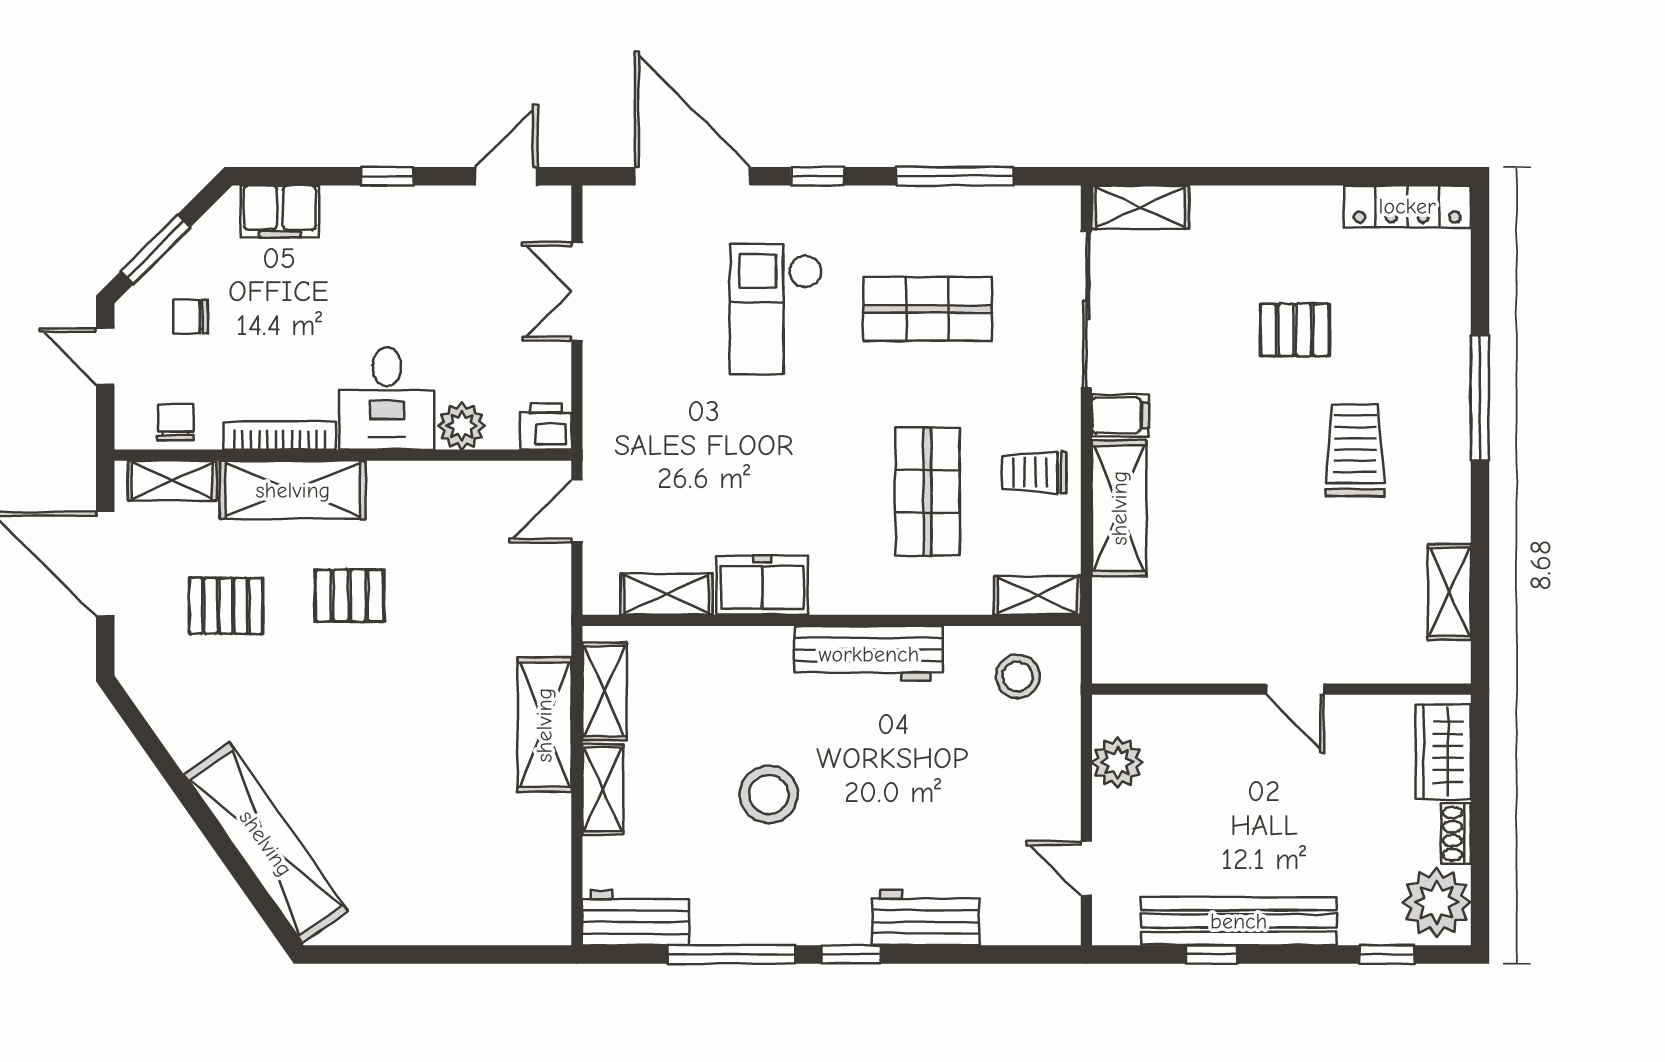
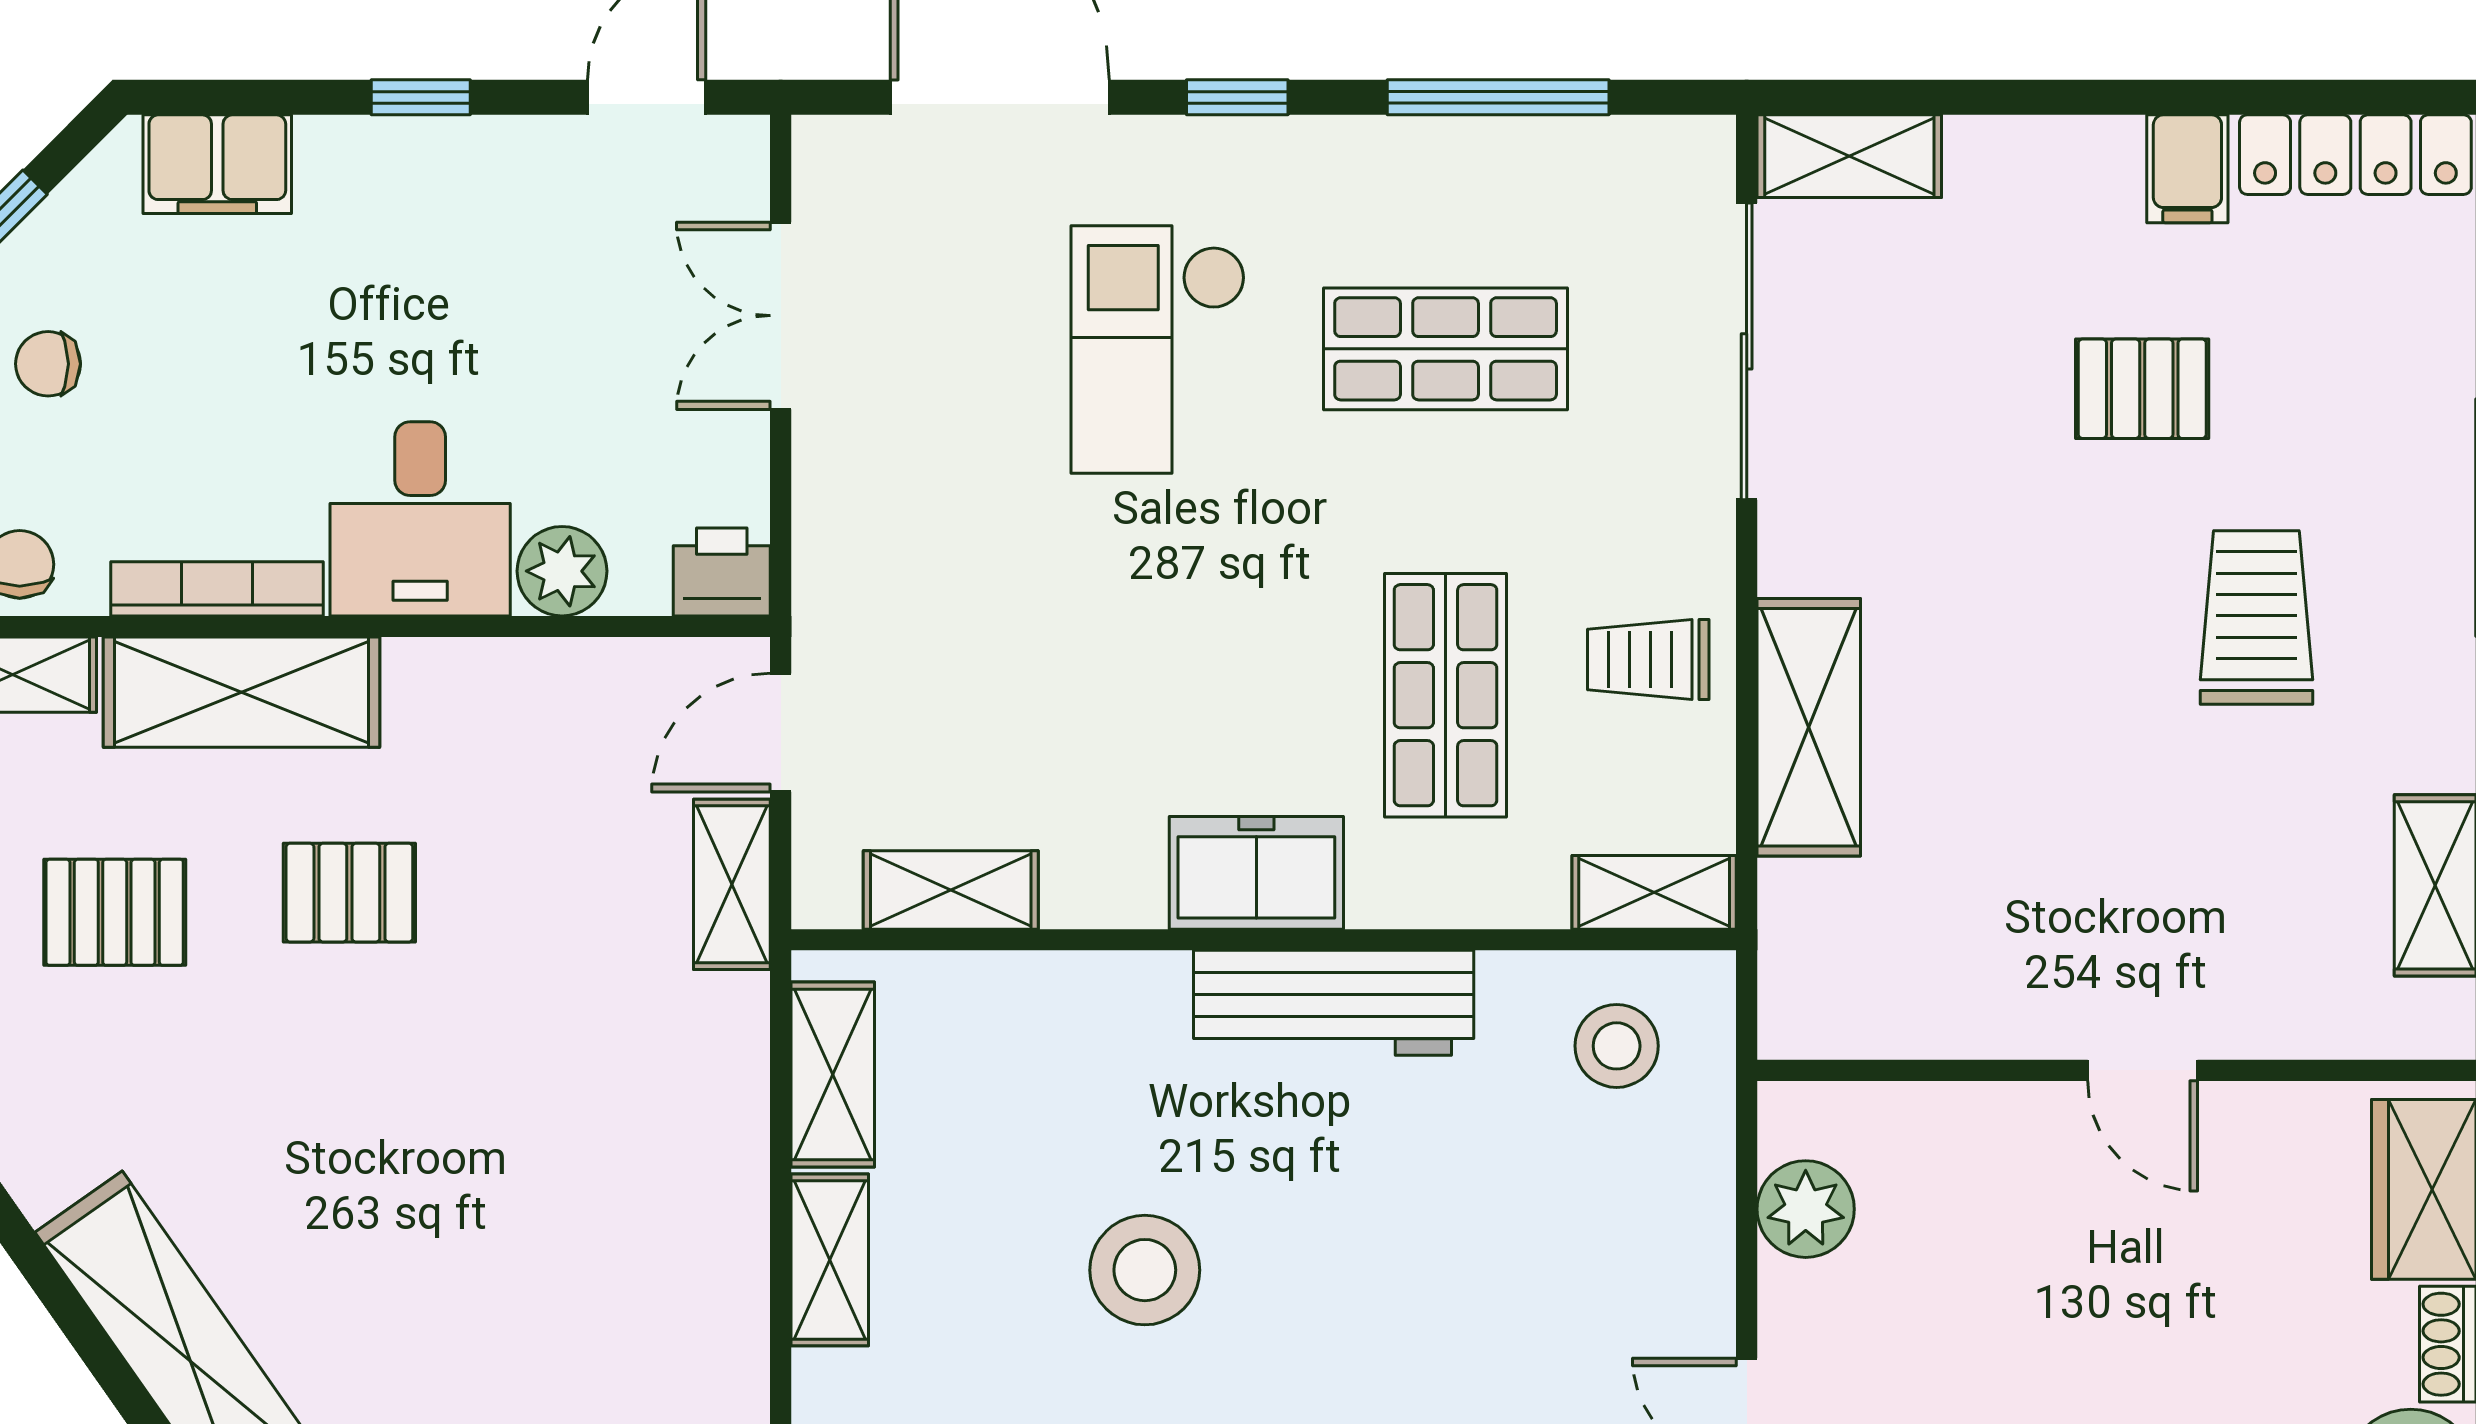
filing cabinet: (1120, 415) -> (2187, 169), moved, turned 90
freezer: (762, 585) -> (1256, 873), moved
shelving: (544, 725) -> (732, 884), moved, width x0.67, depth x0.75

